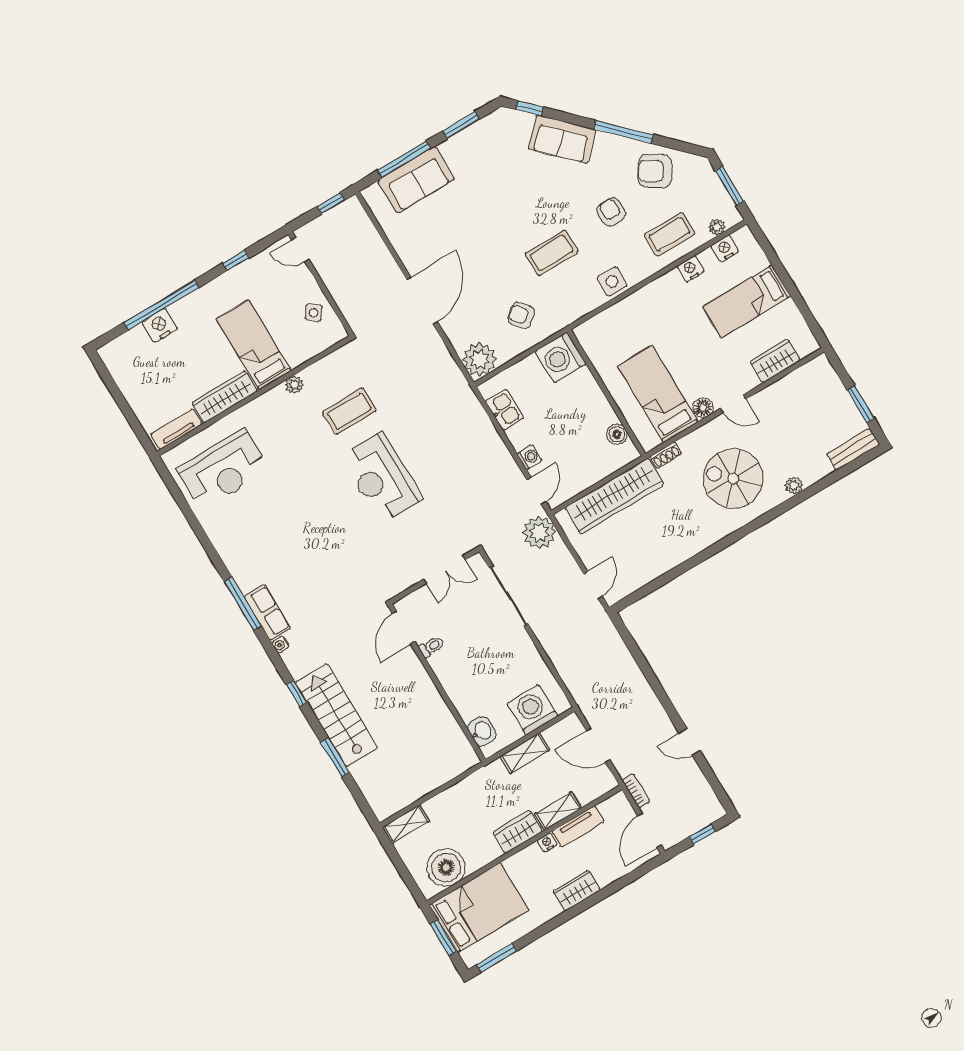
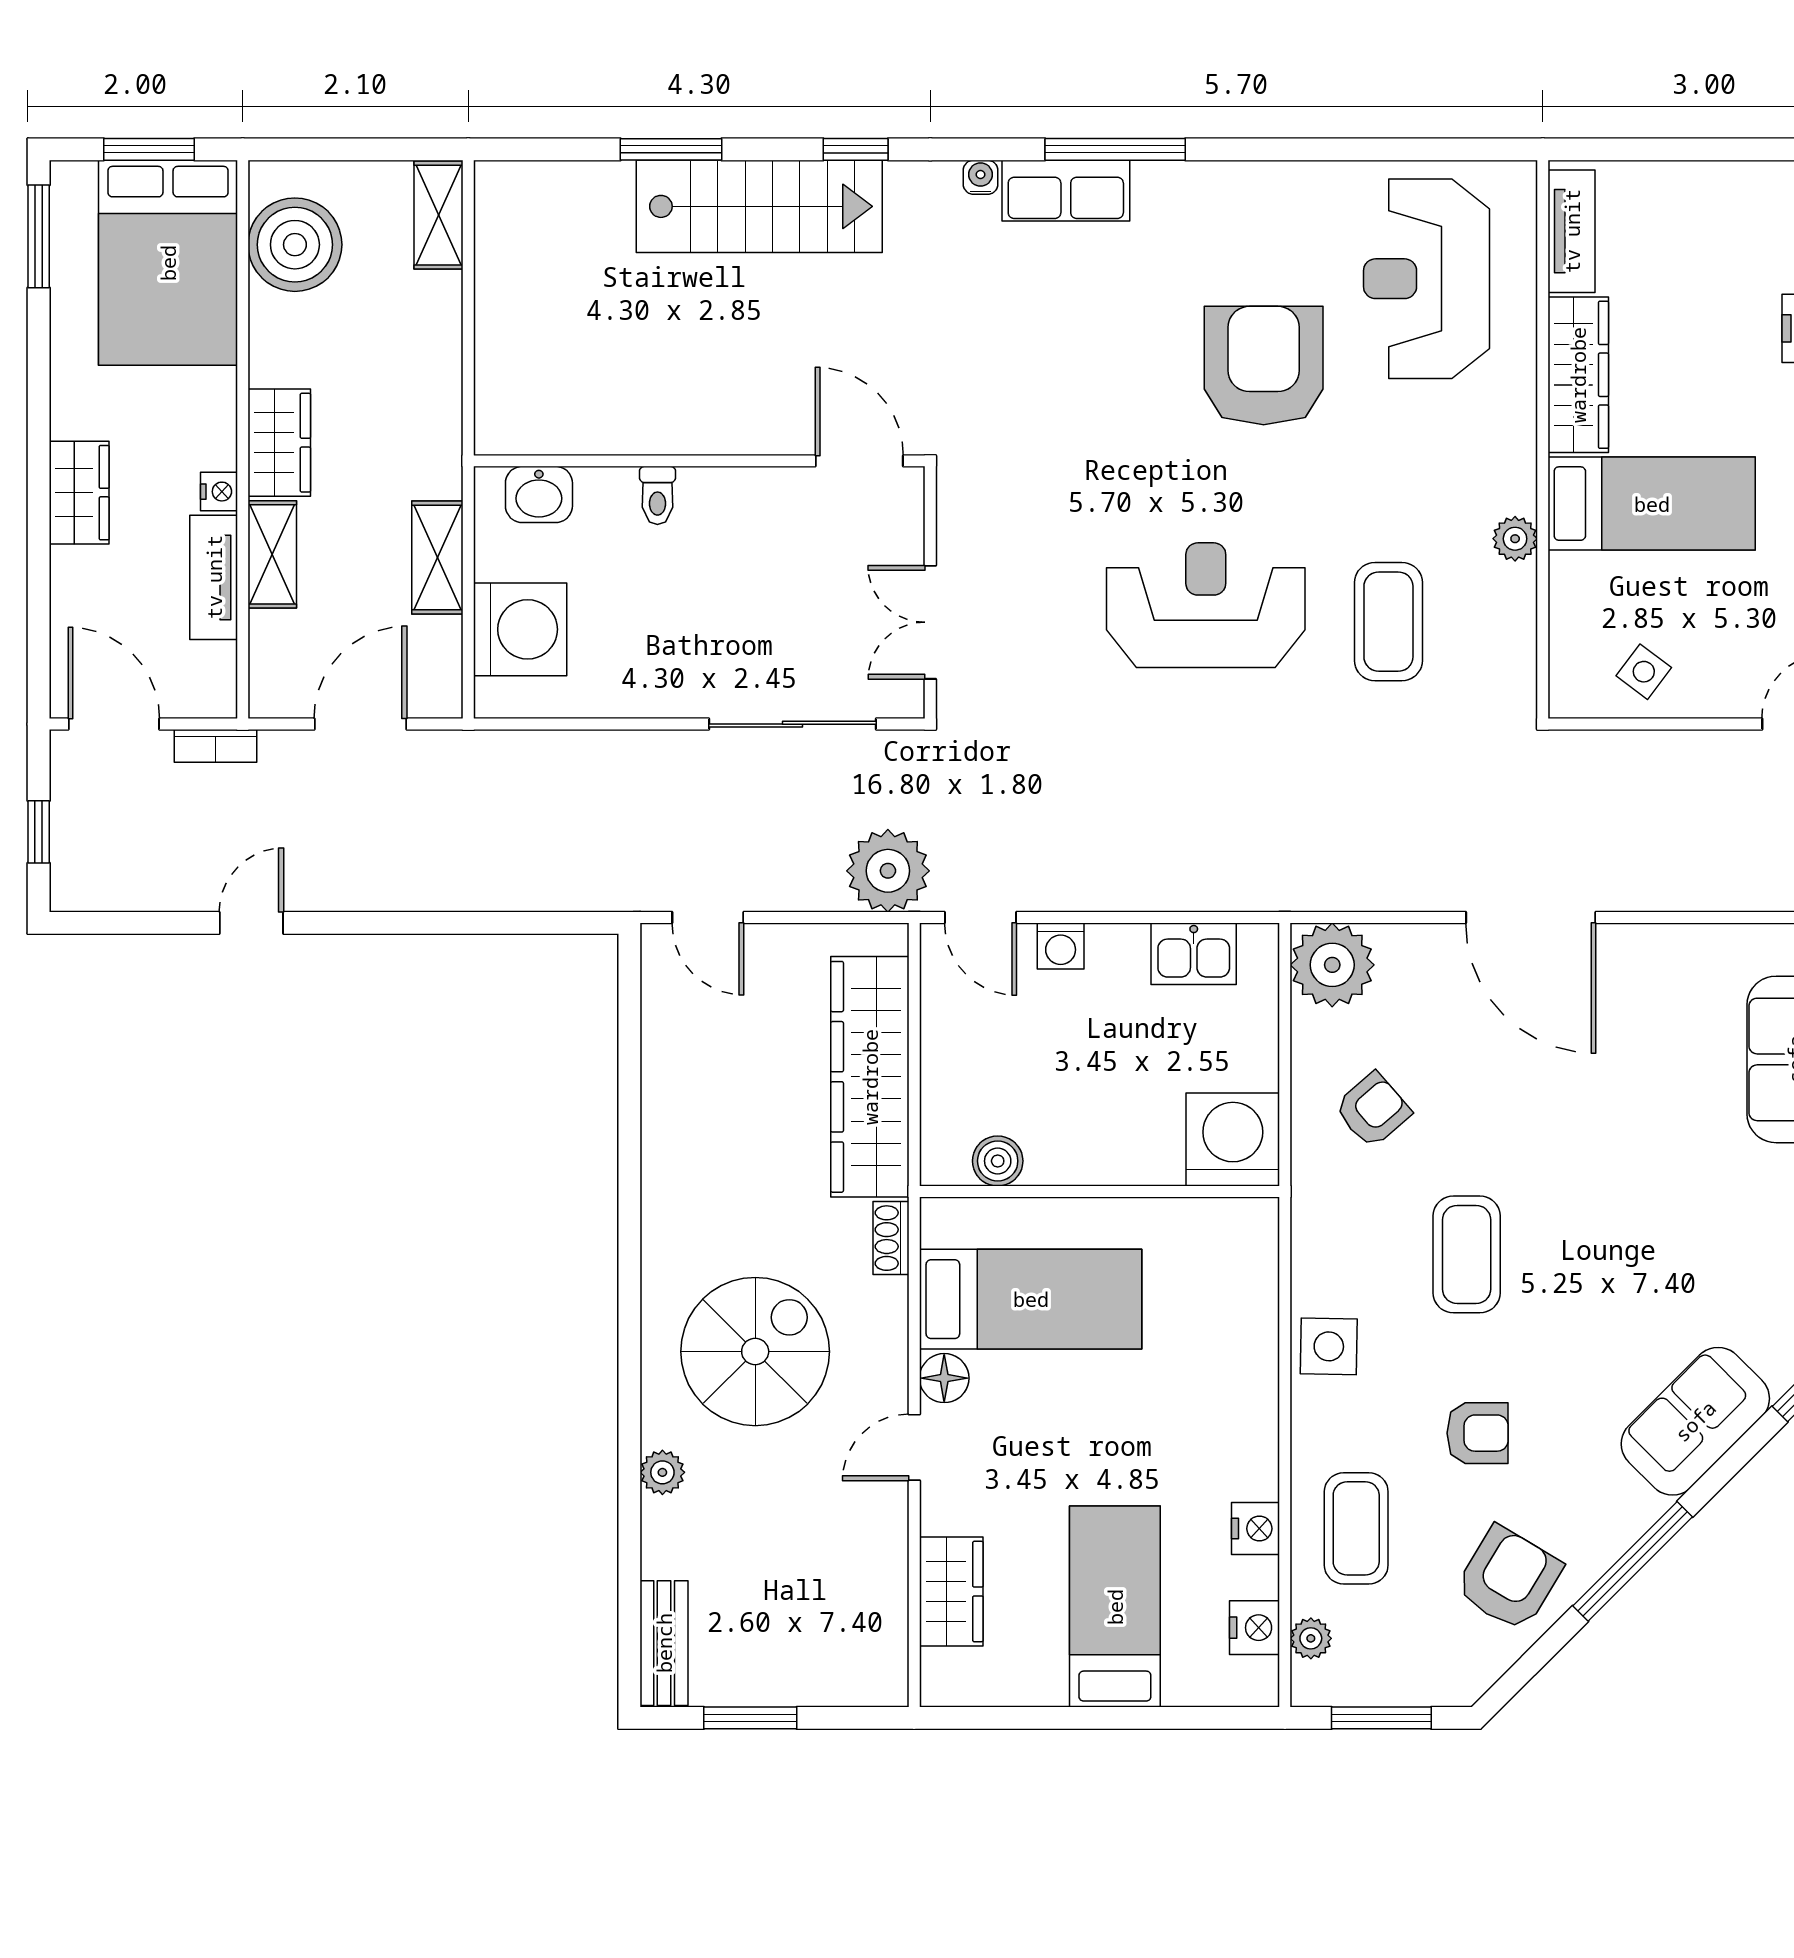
armchair: (287, 508) -> (1264, 366), added
toilet: (431, 647) -> (657, 495), moved

